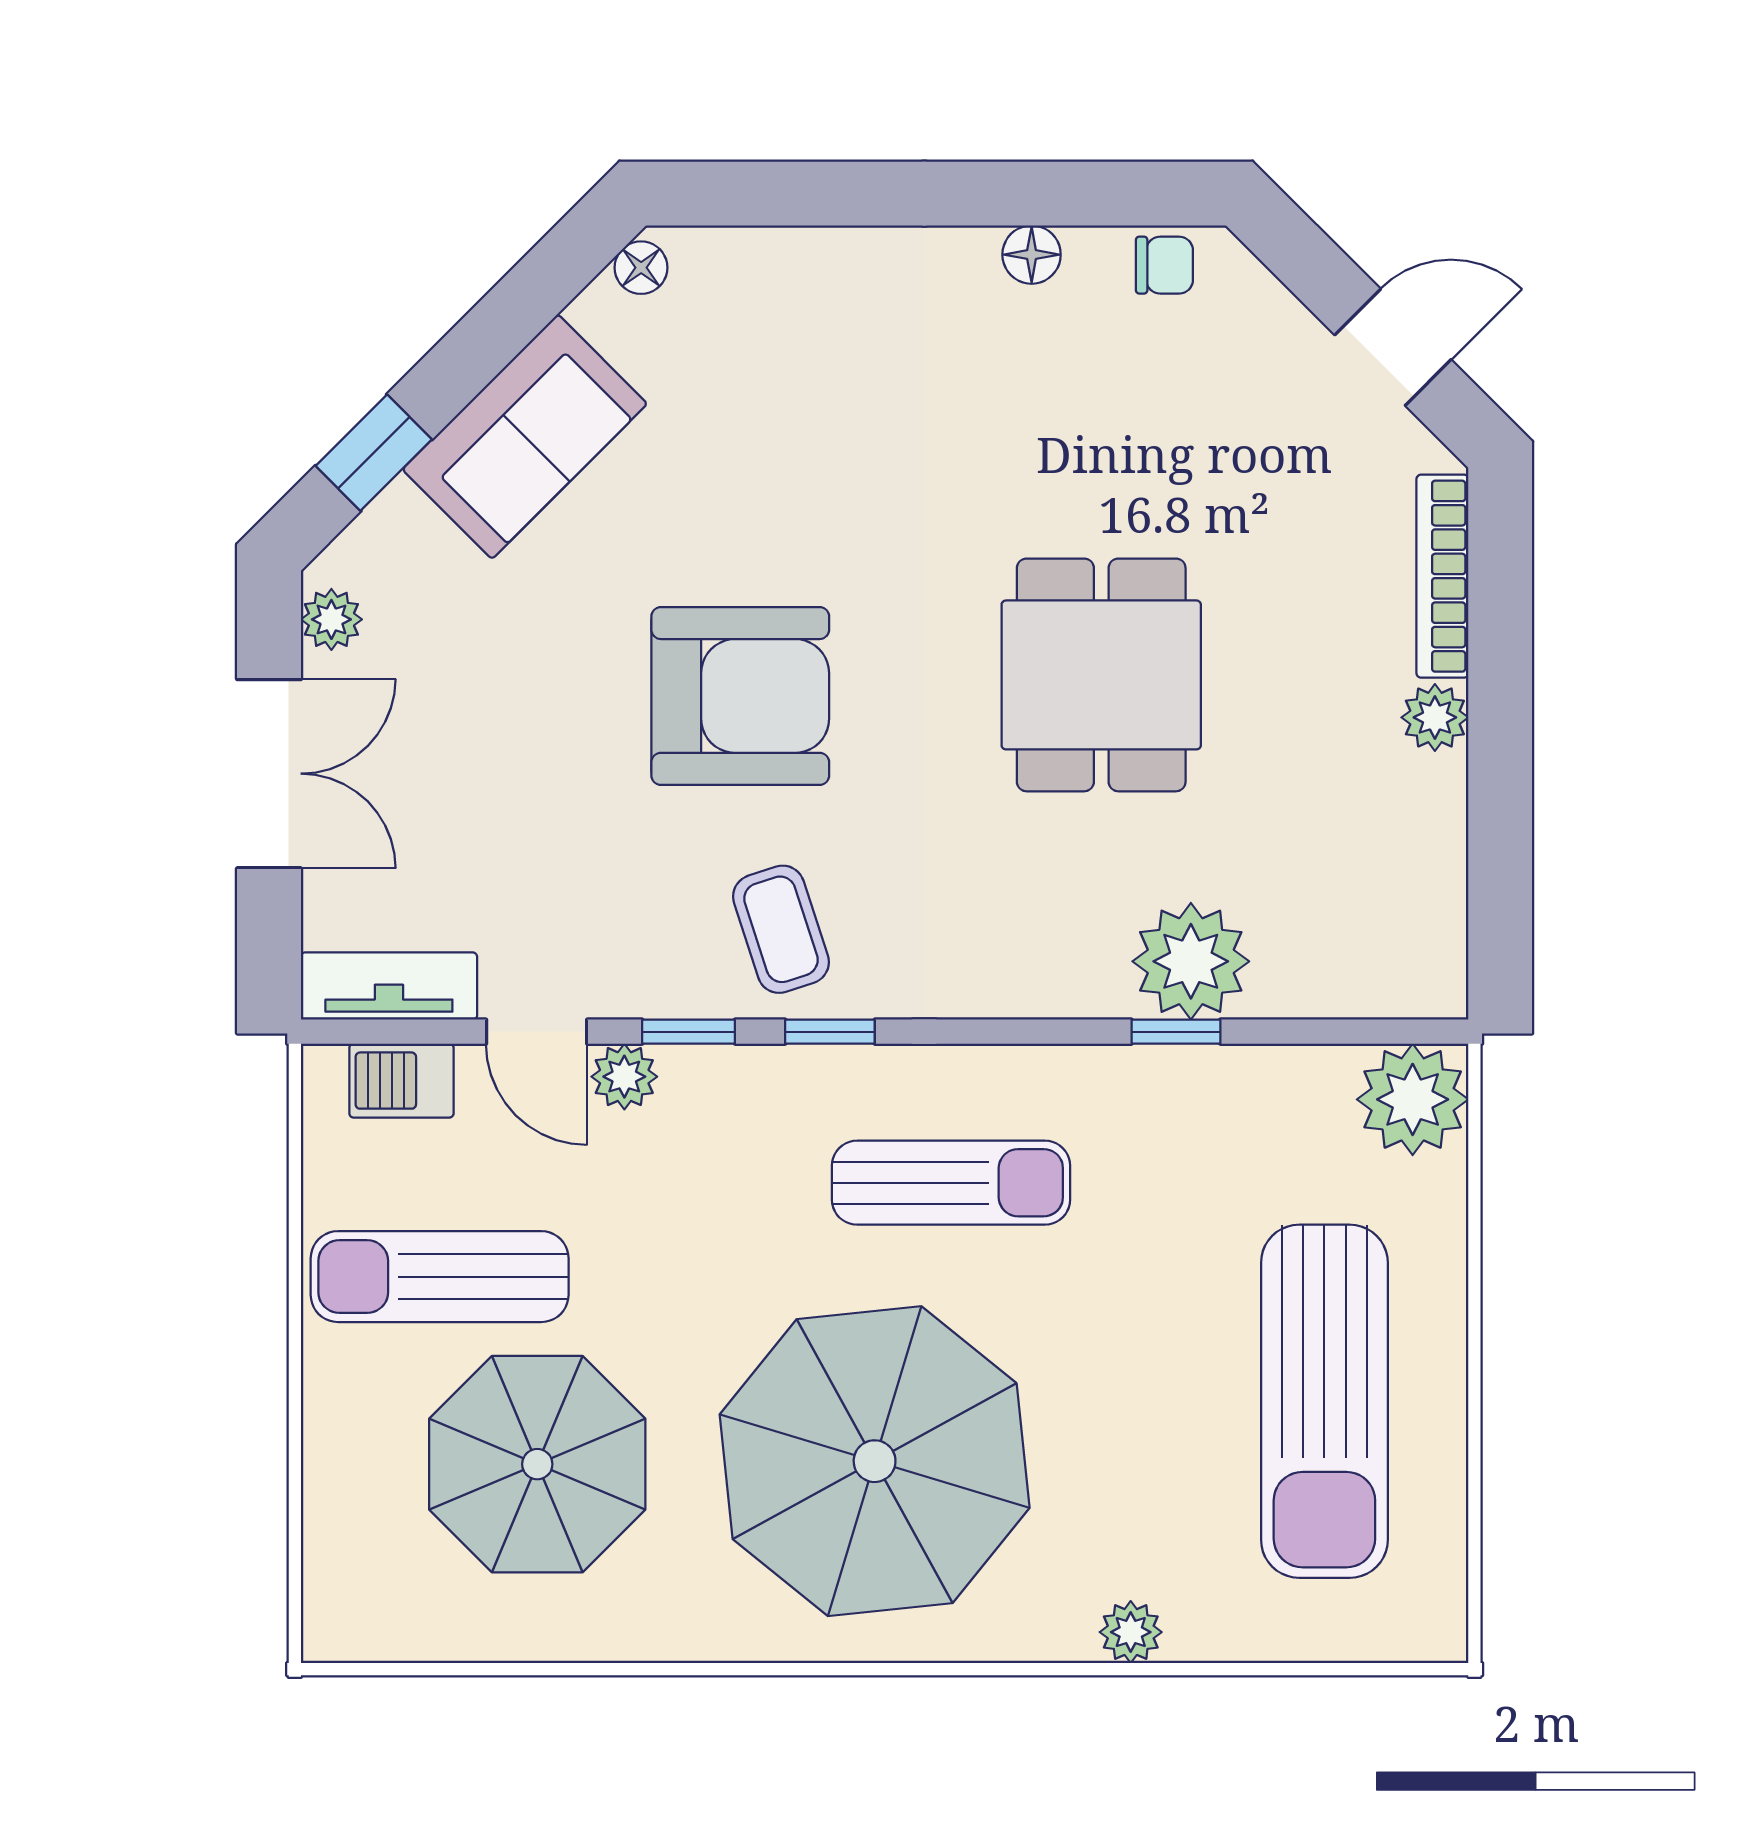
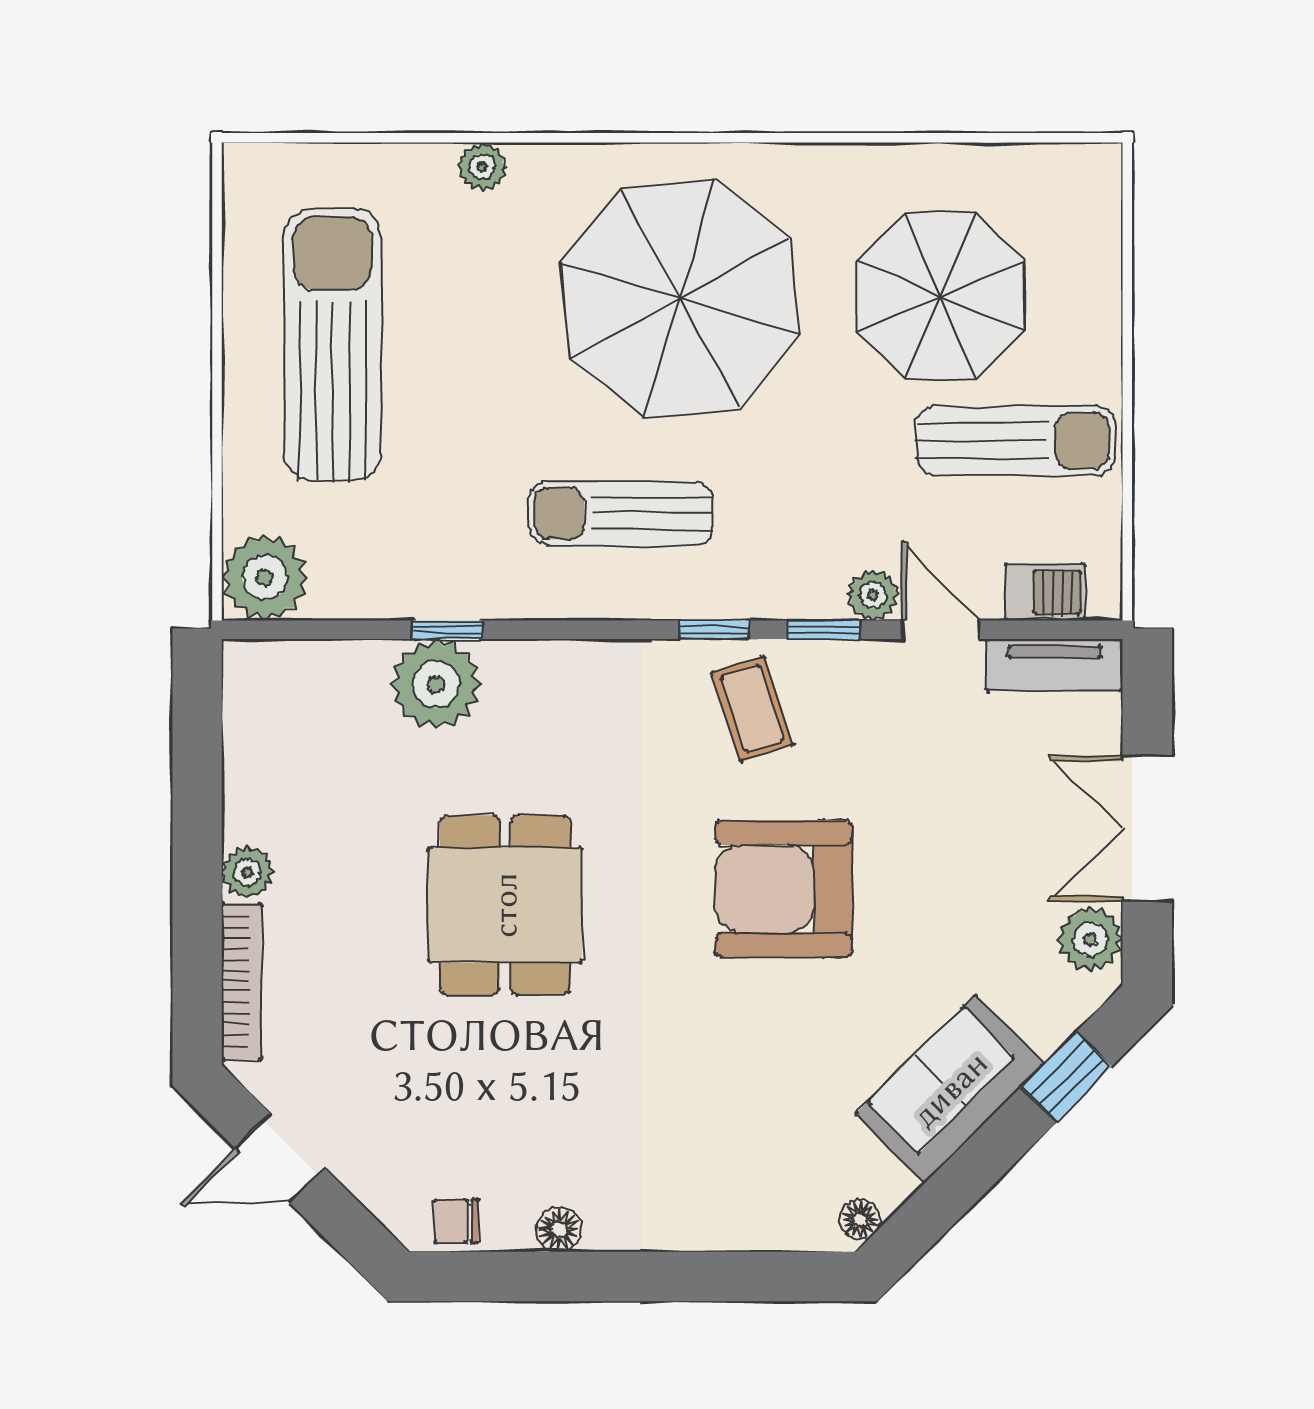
plant: (331, 619) -> (1090, 939), width x1.38, depth x1.38

